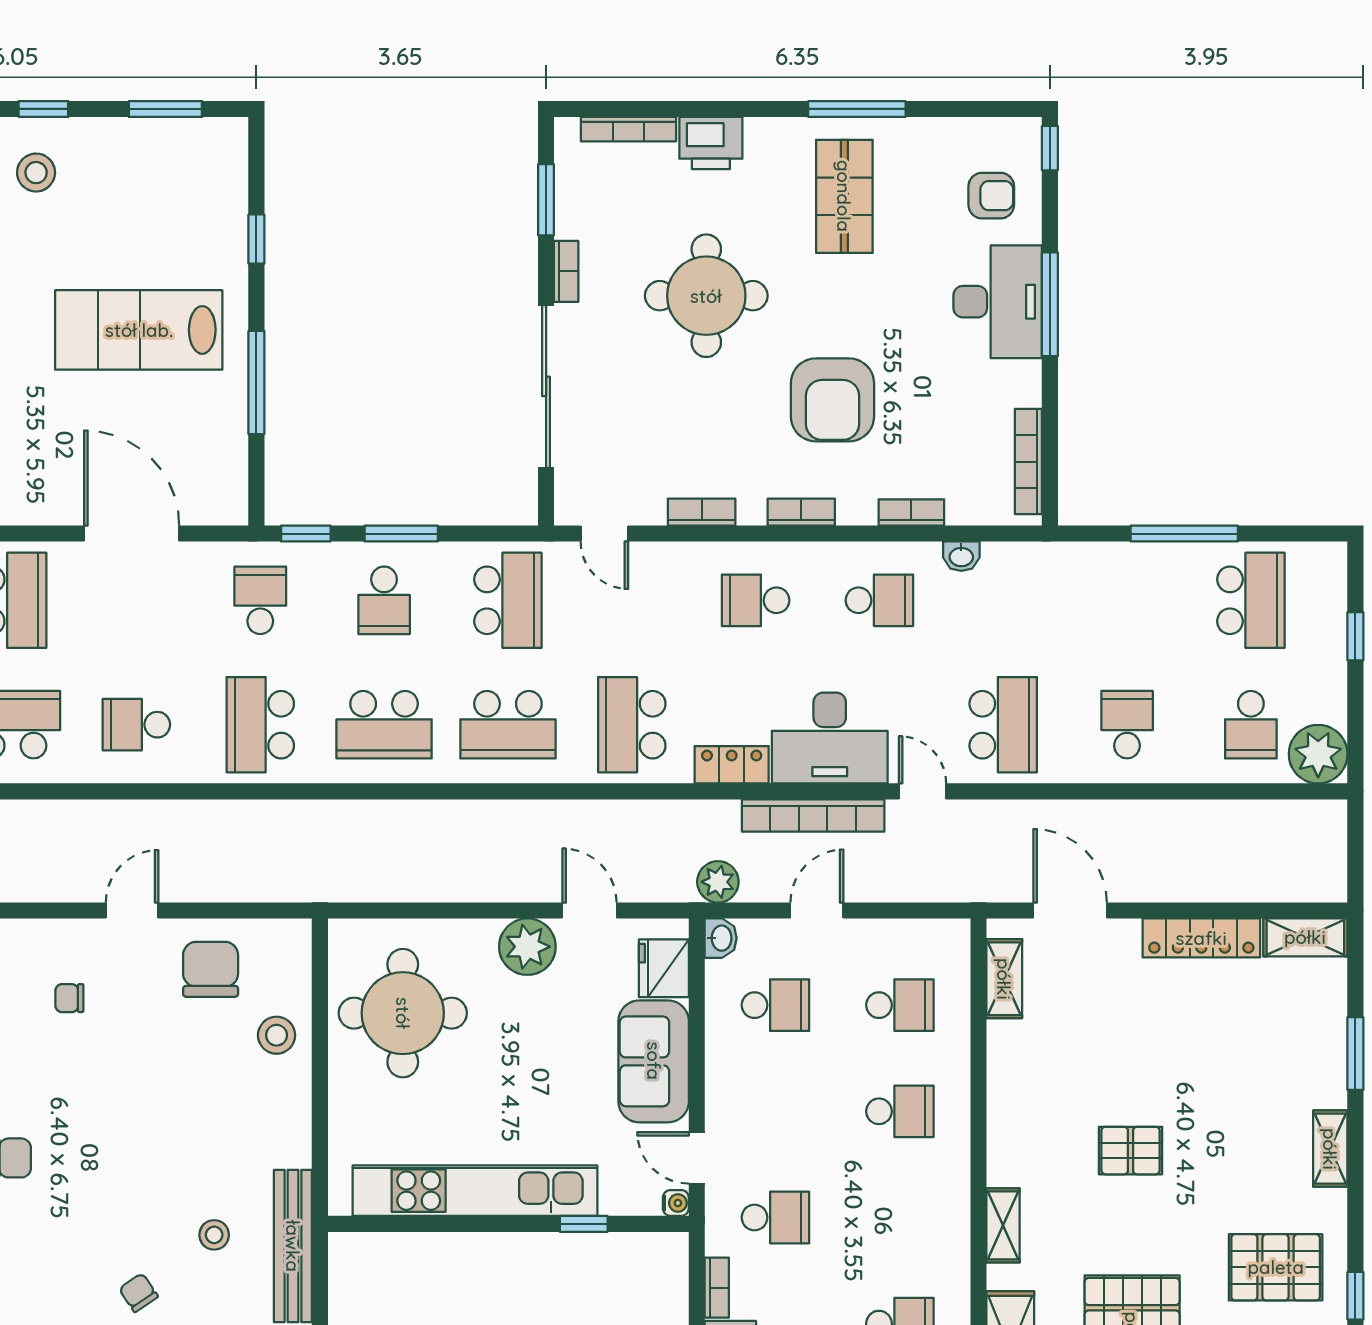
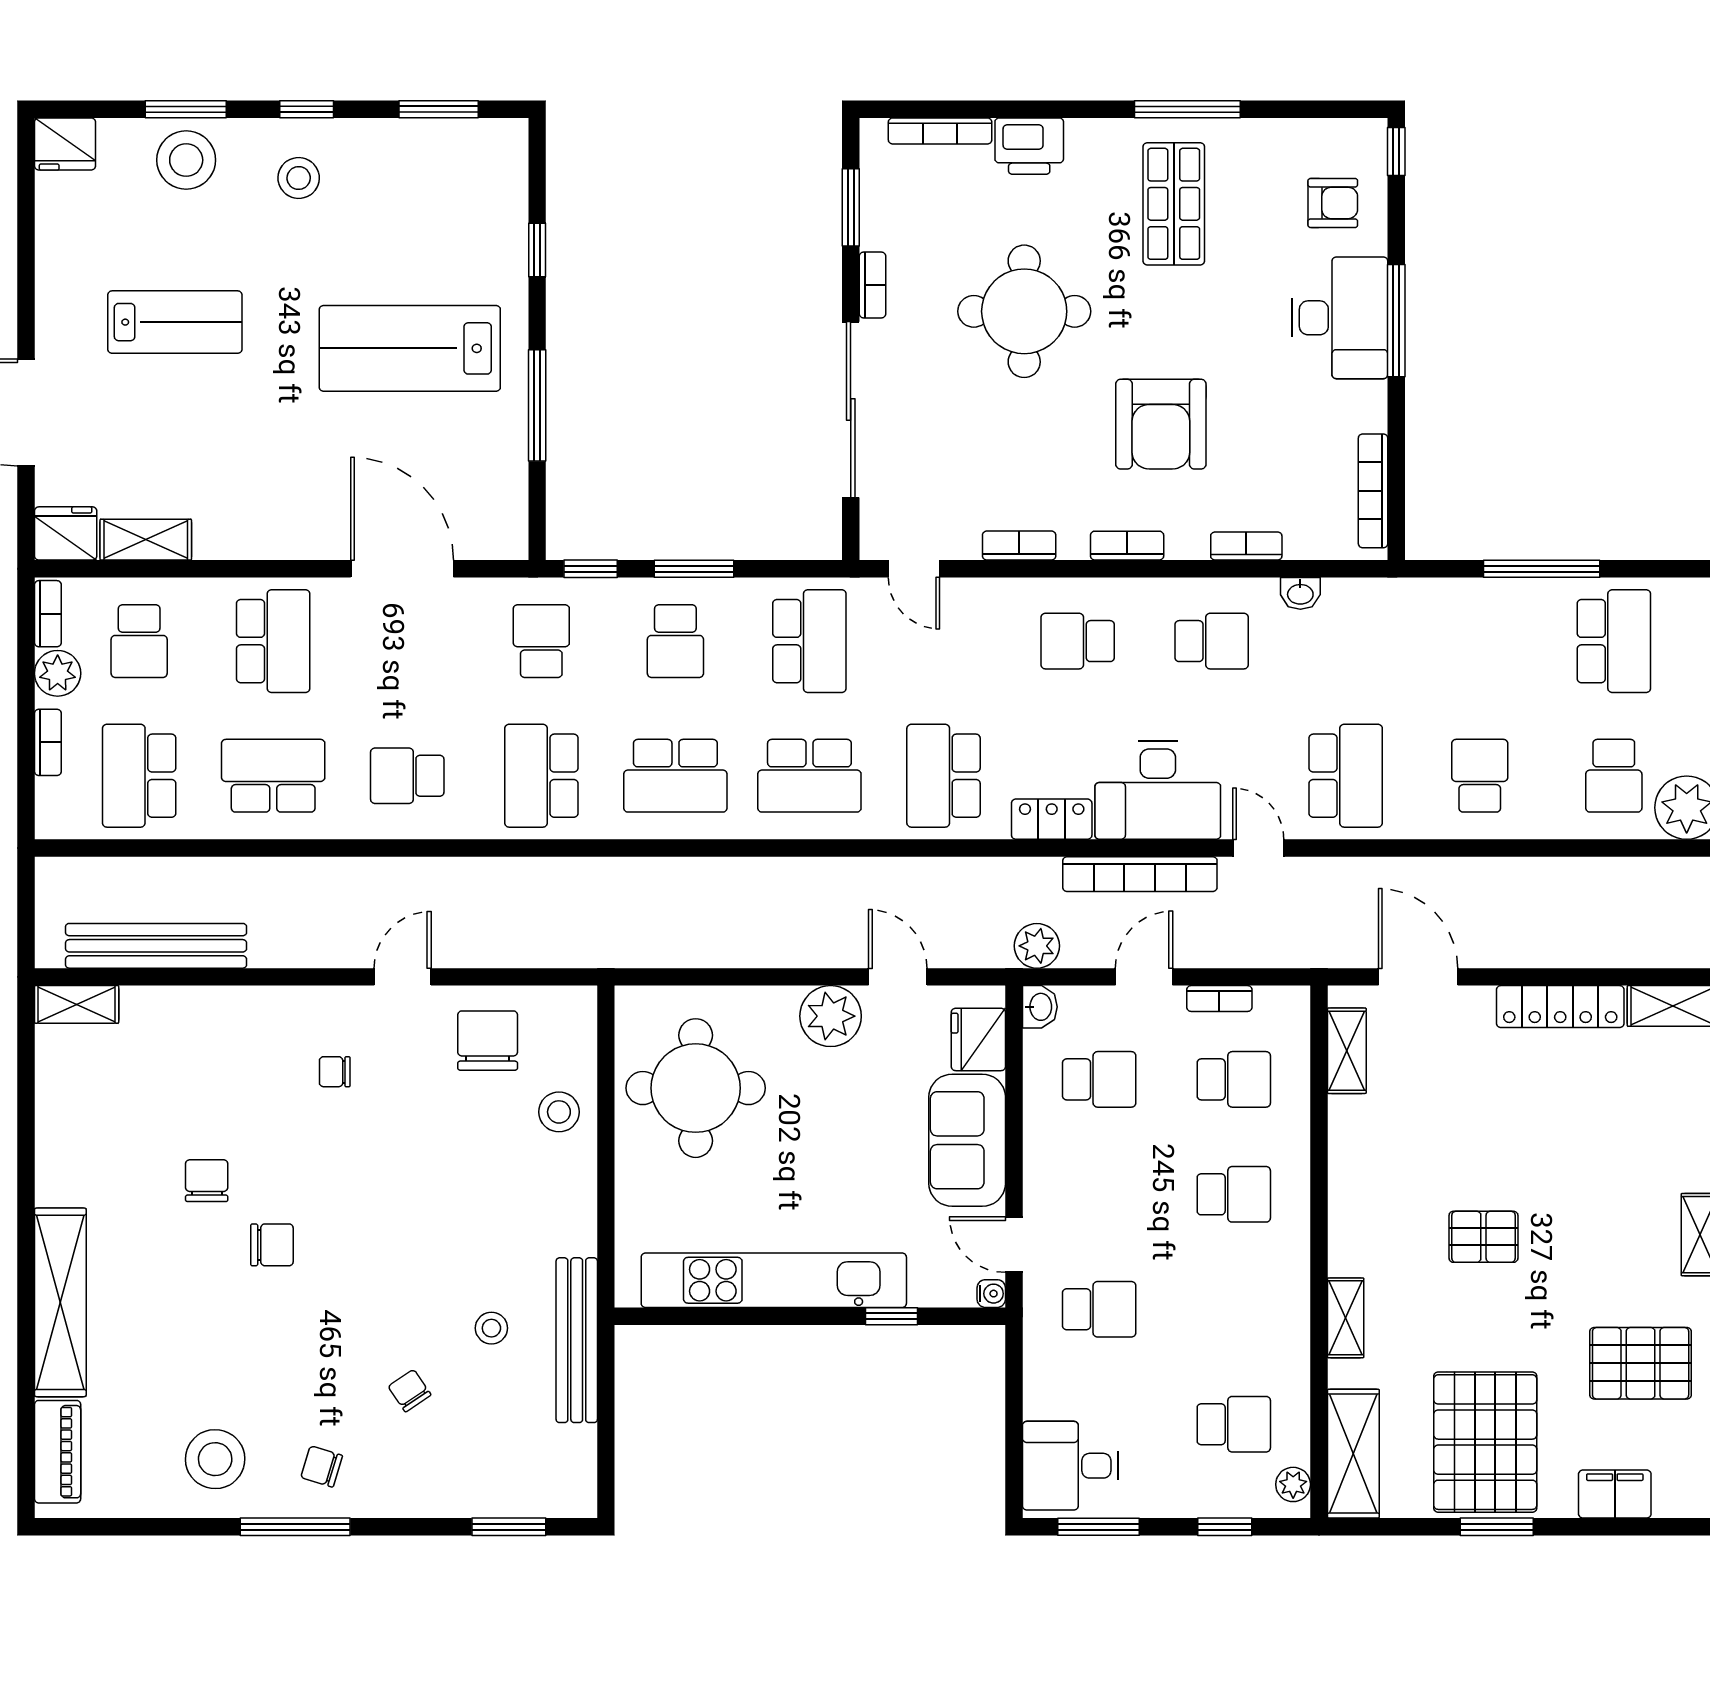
bookcase: (717, 1288) -> (1219, 998), moved, turned 90

